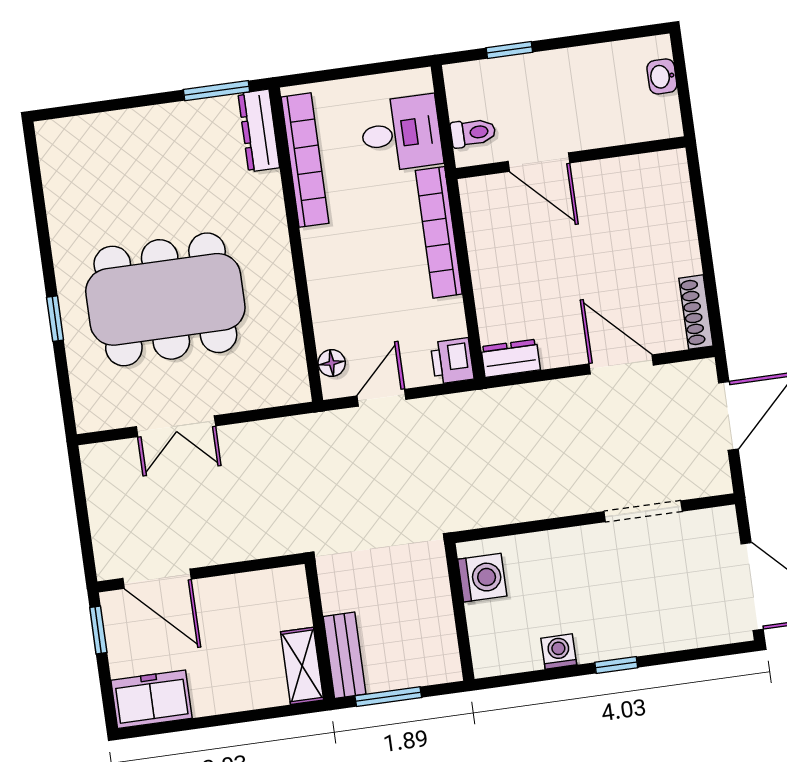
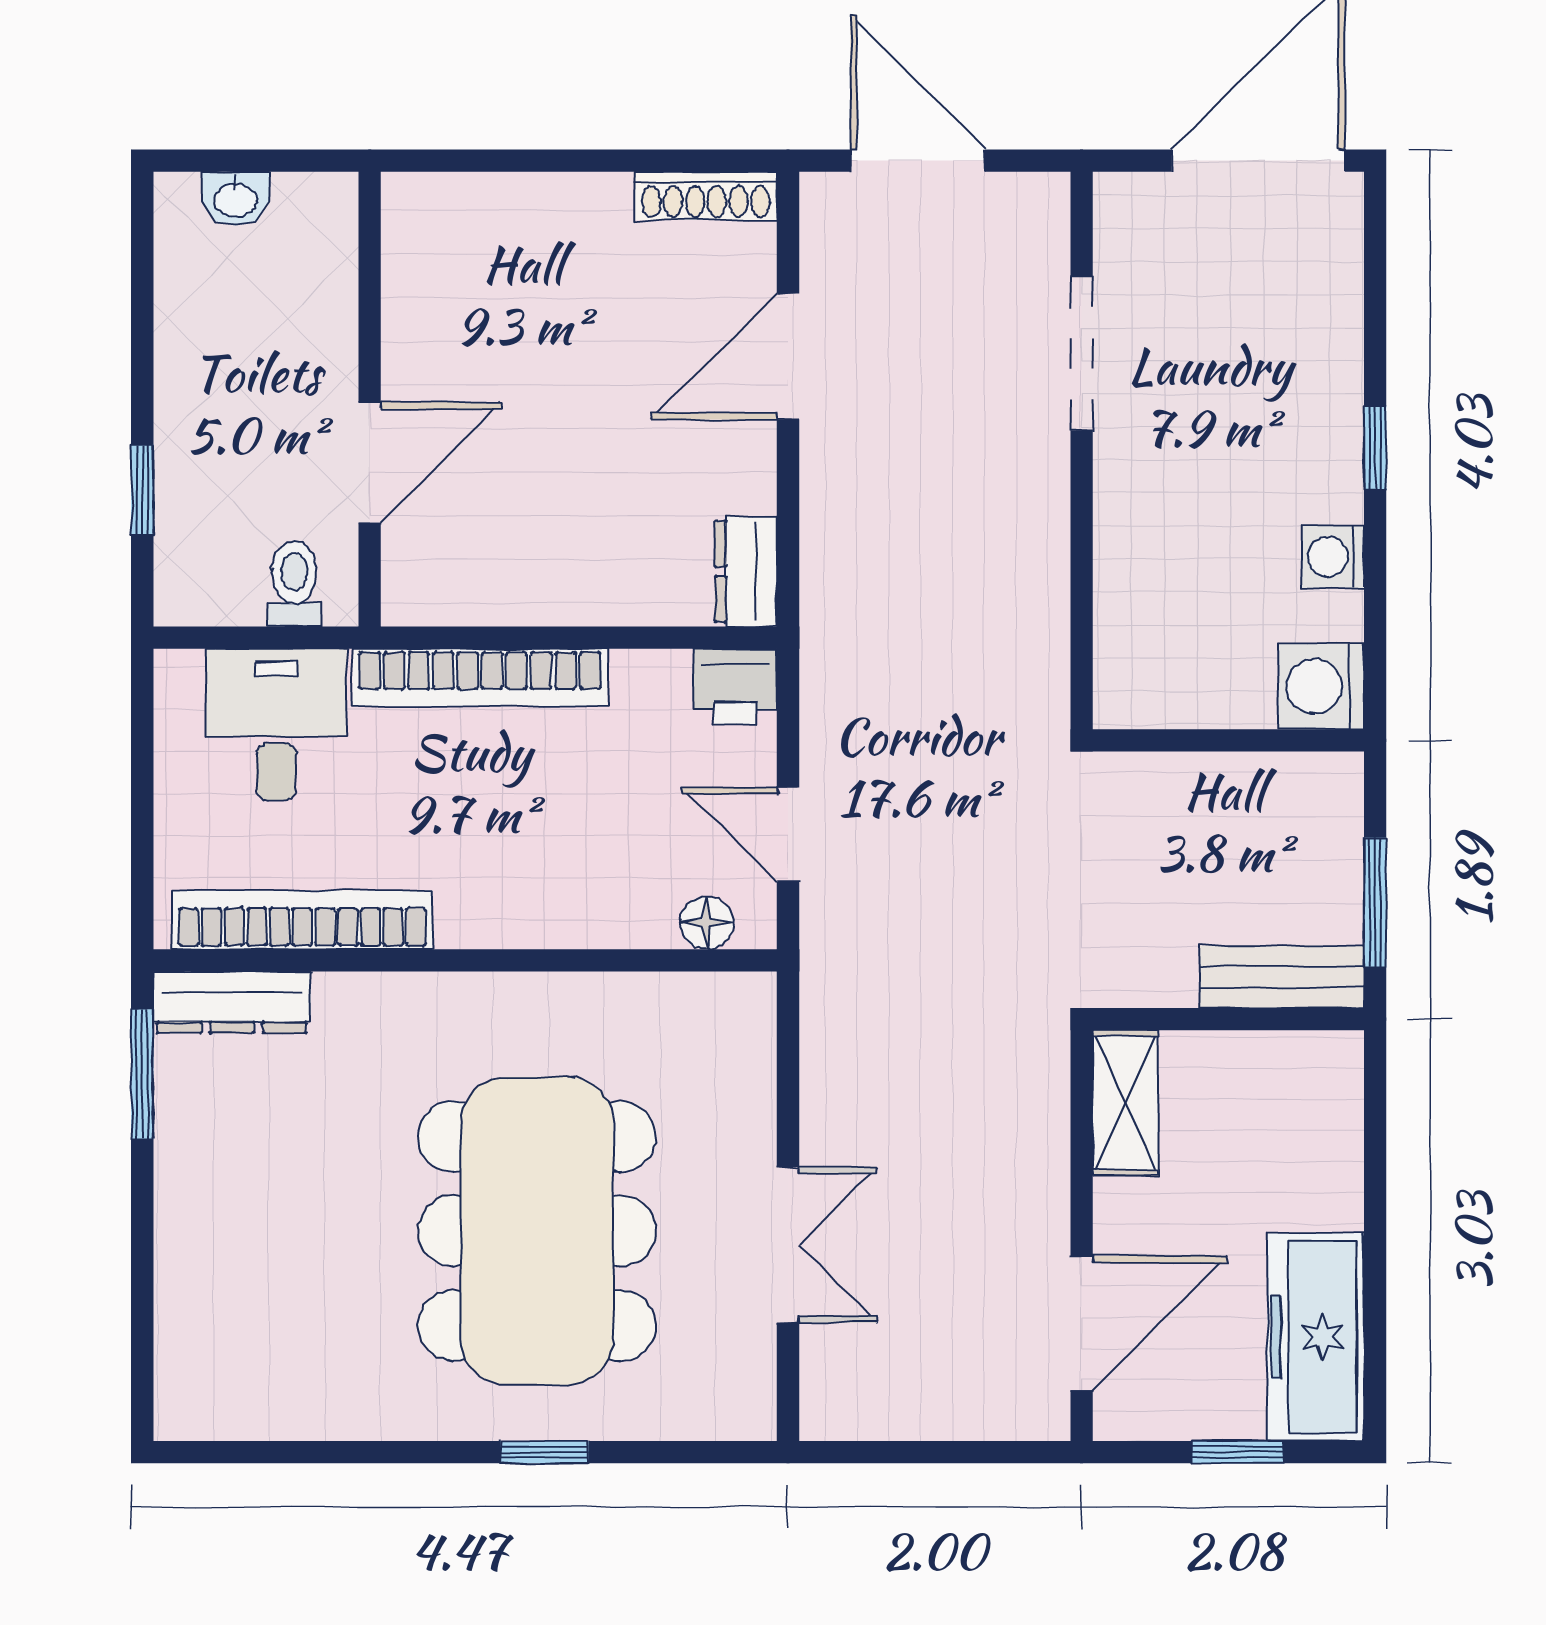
washing machine: (482, 578) -> (1321, 686), moved, turned -90
window: (98, 630) -> (1238, 1452), moved
shelving: (302, 666) -> (1125, 1103), moved, turned 90
freezer: (152, 699) -> (1316, 1337), width x1.40

